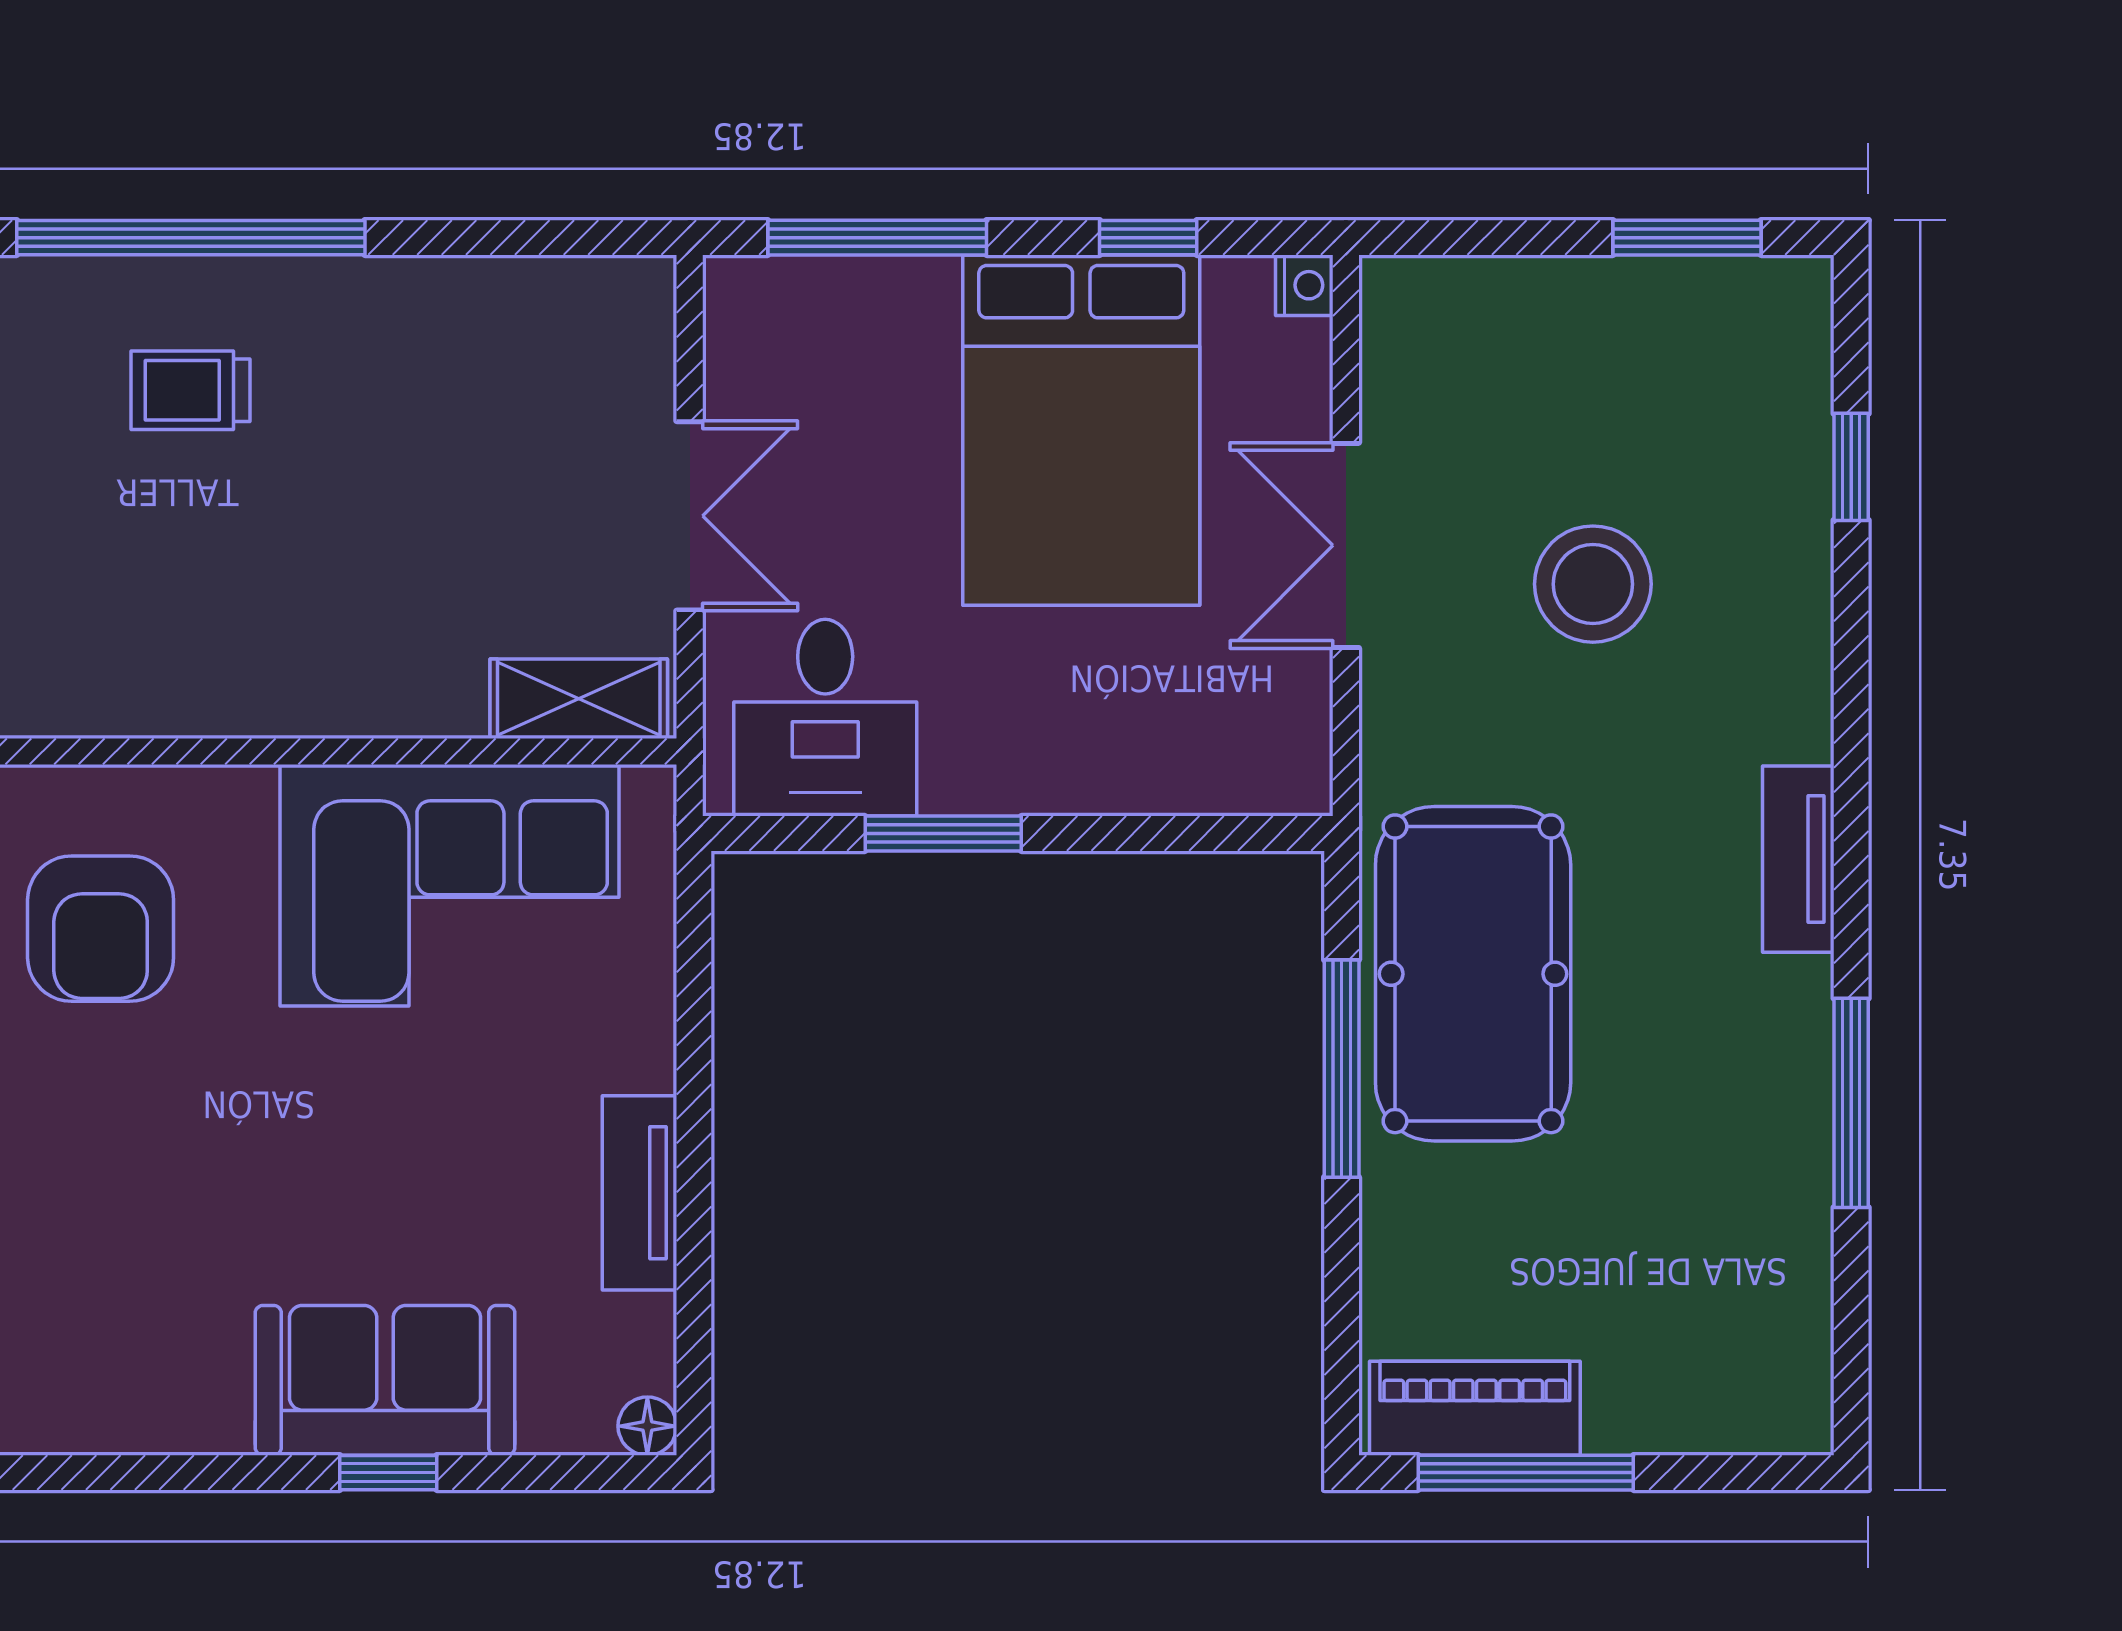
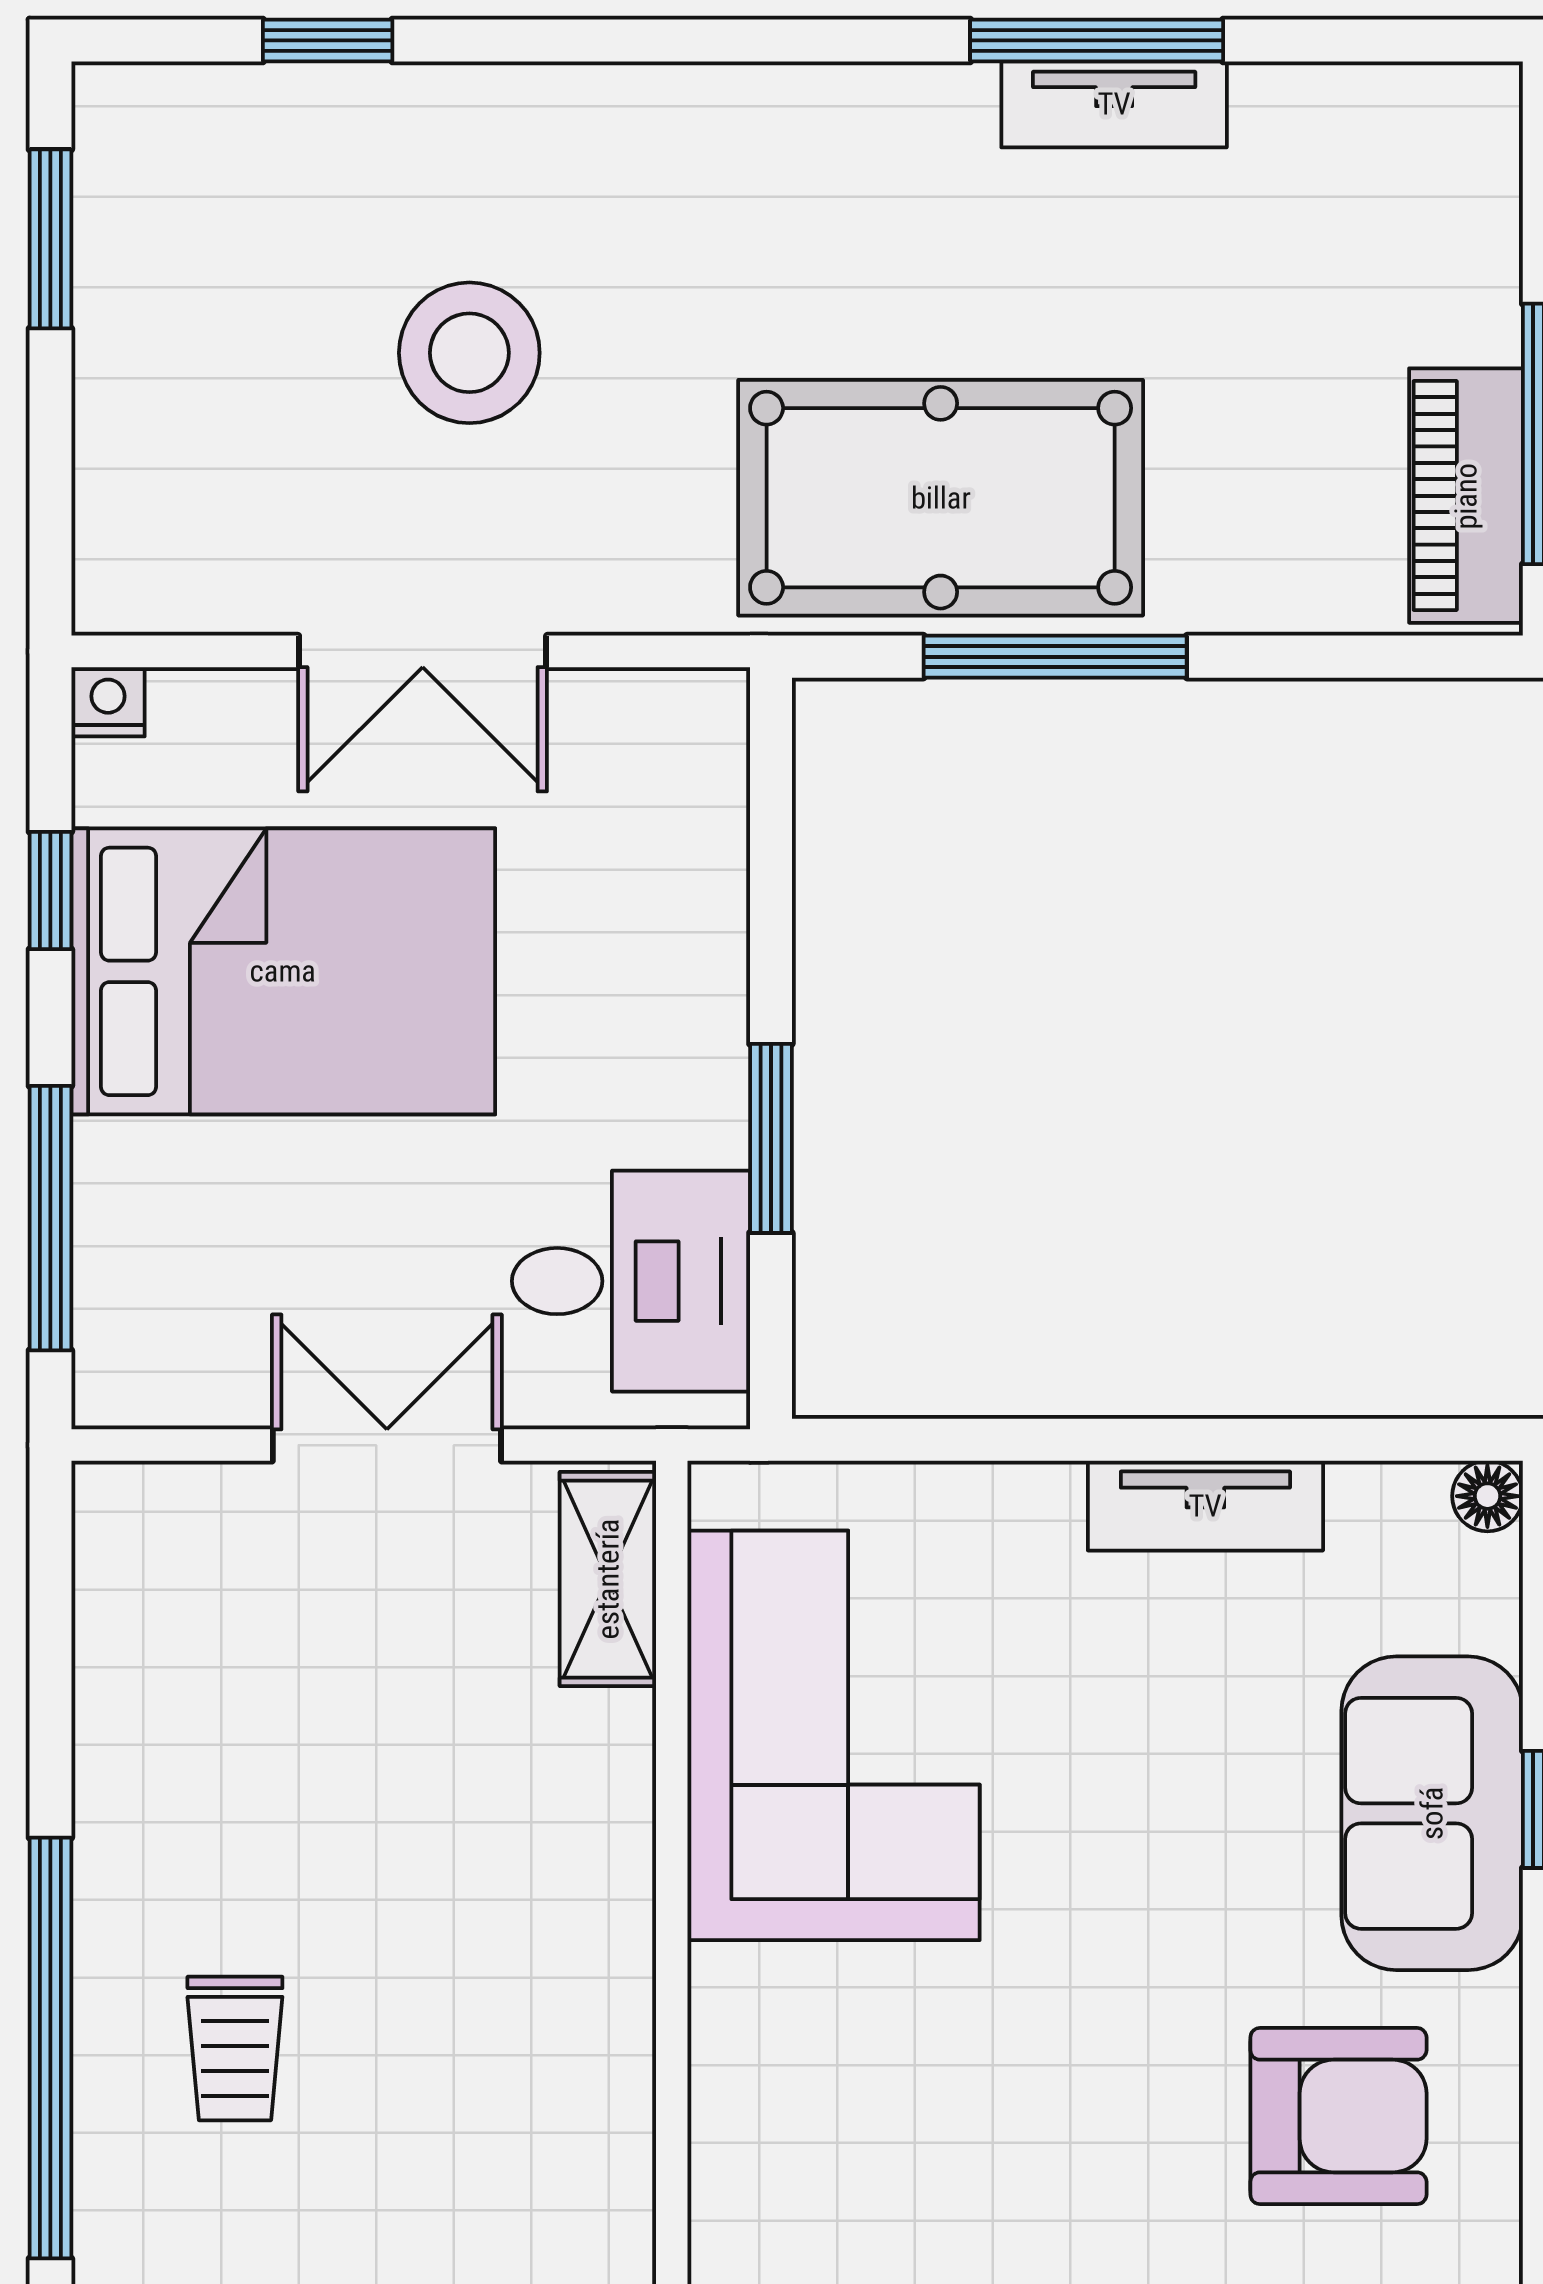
tv unit: (1798, 859) -> (1114, 104), moved
armchair: (101, 929) -> (1338, 2116), moved

